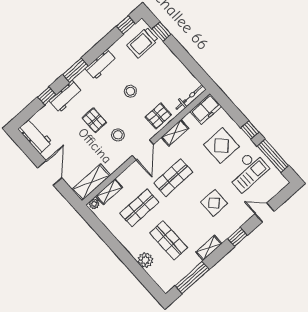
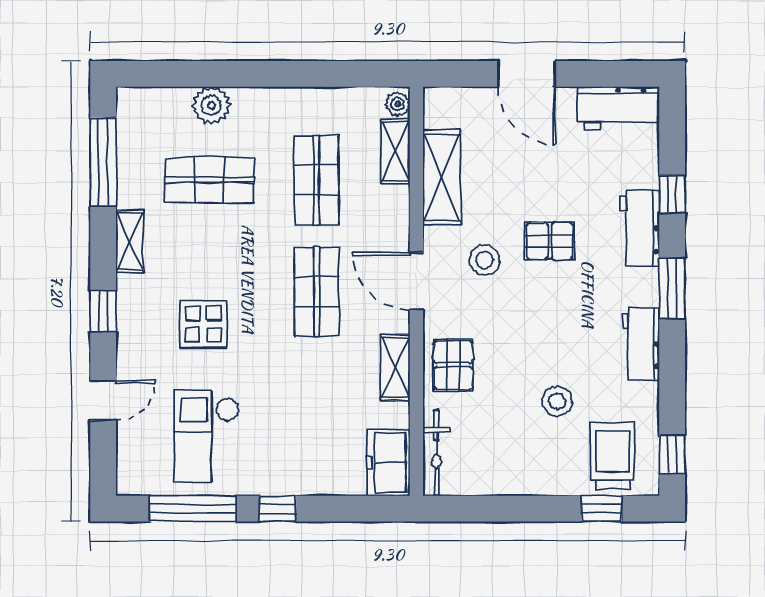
stool: (130, 91) -> (557, 401), moved
display table: (221, 146) -> (296, 431), removed
shelving: (91, 182) -> (442, 177), moved

